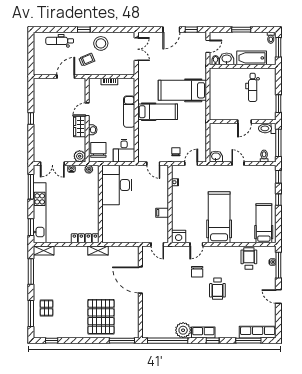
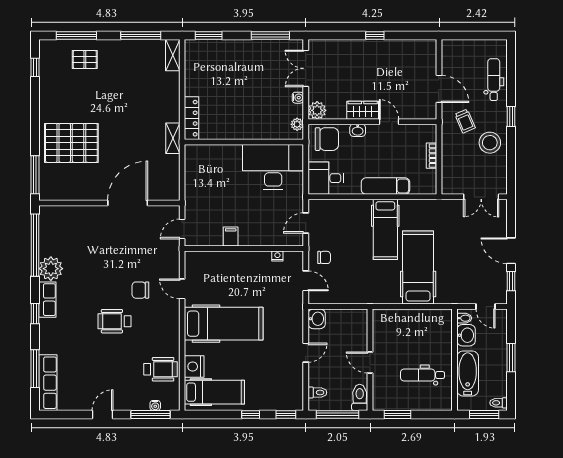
kitchen unit: (40, 213) -> (231, 49), removed
nightstand: (179, 237) -> (194, 367), moved

